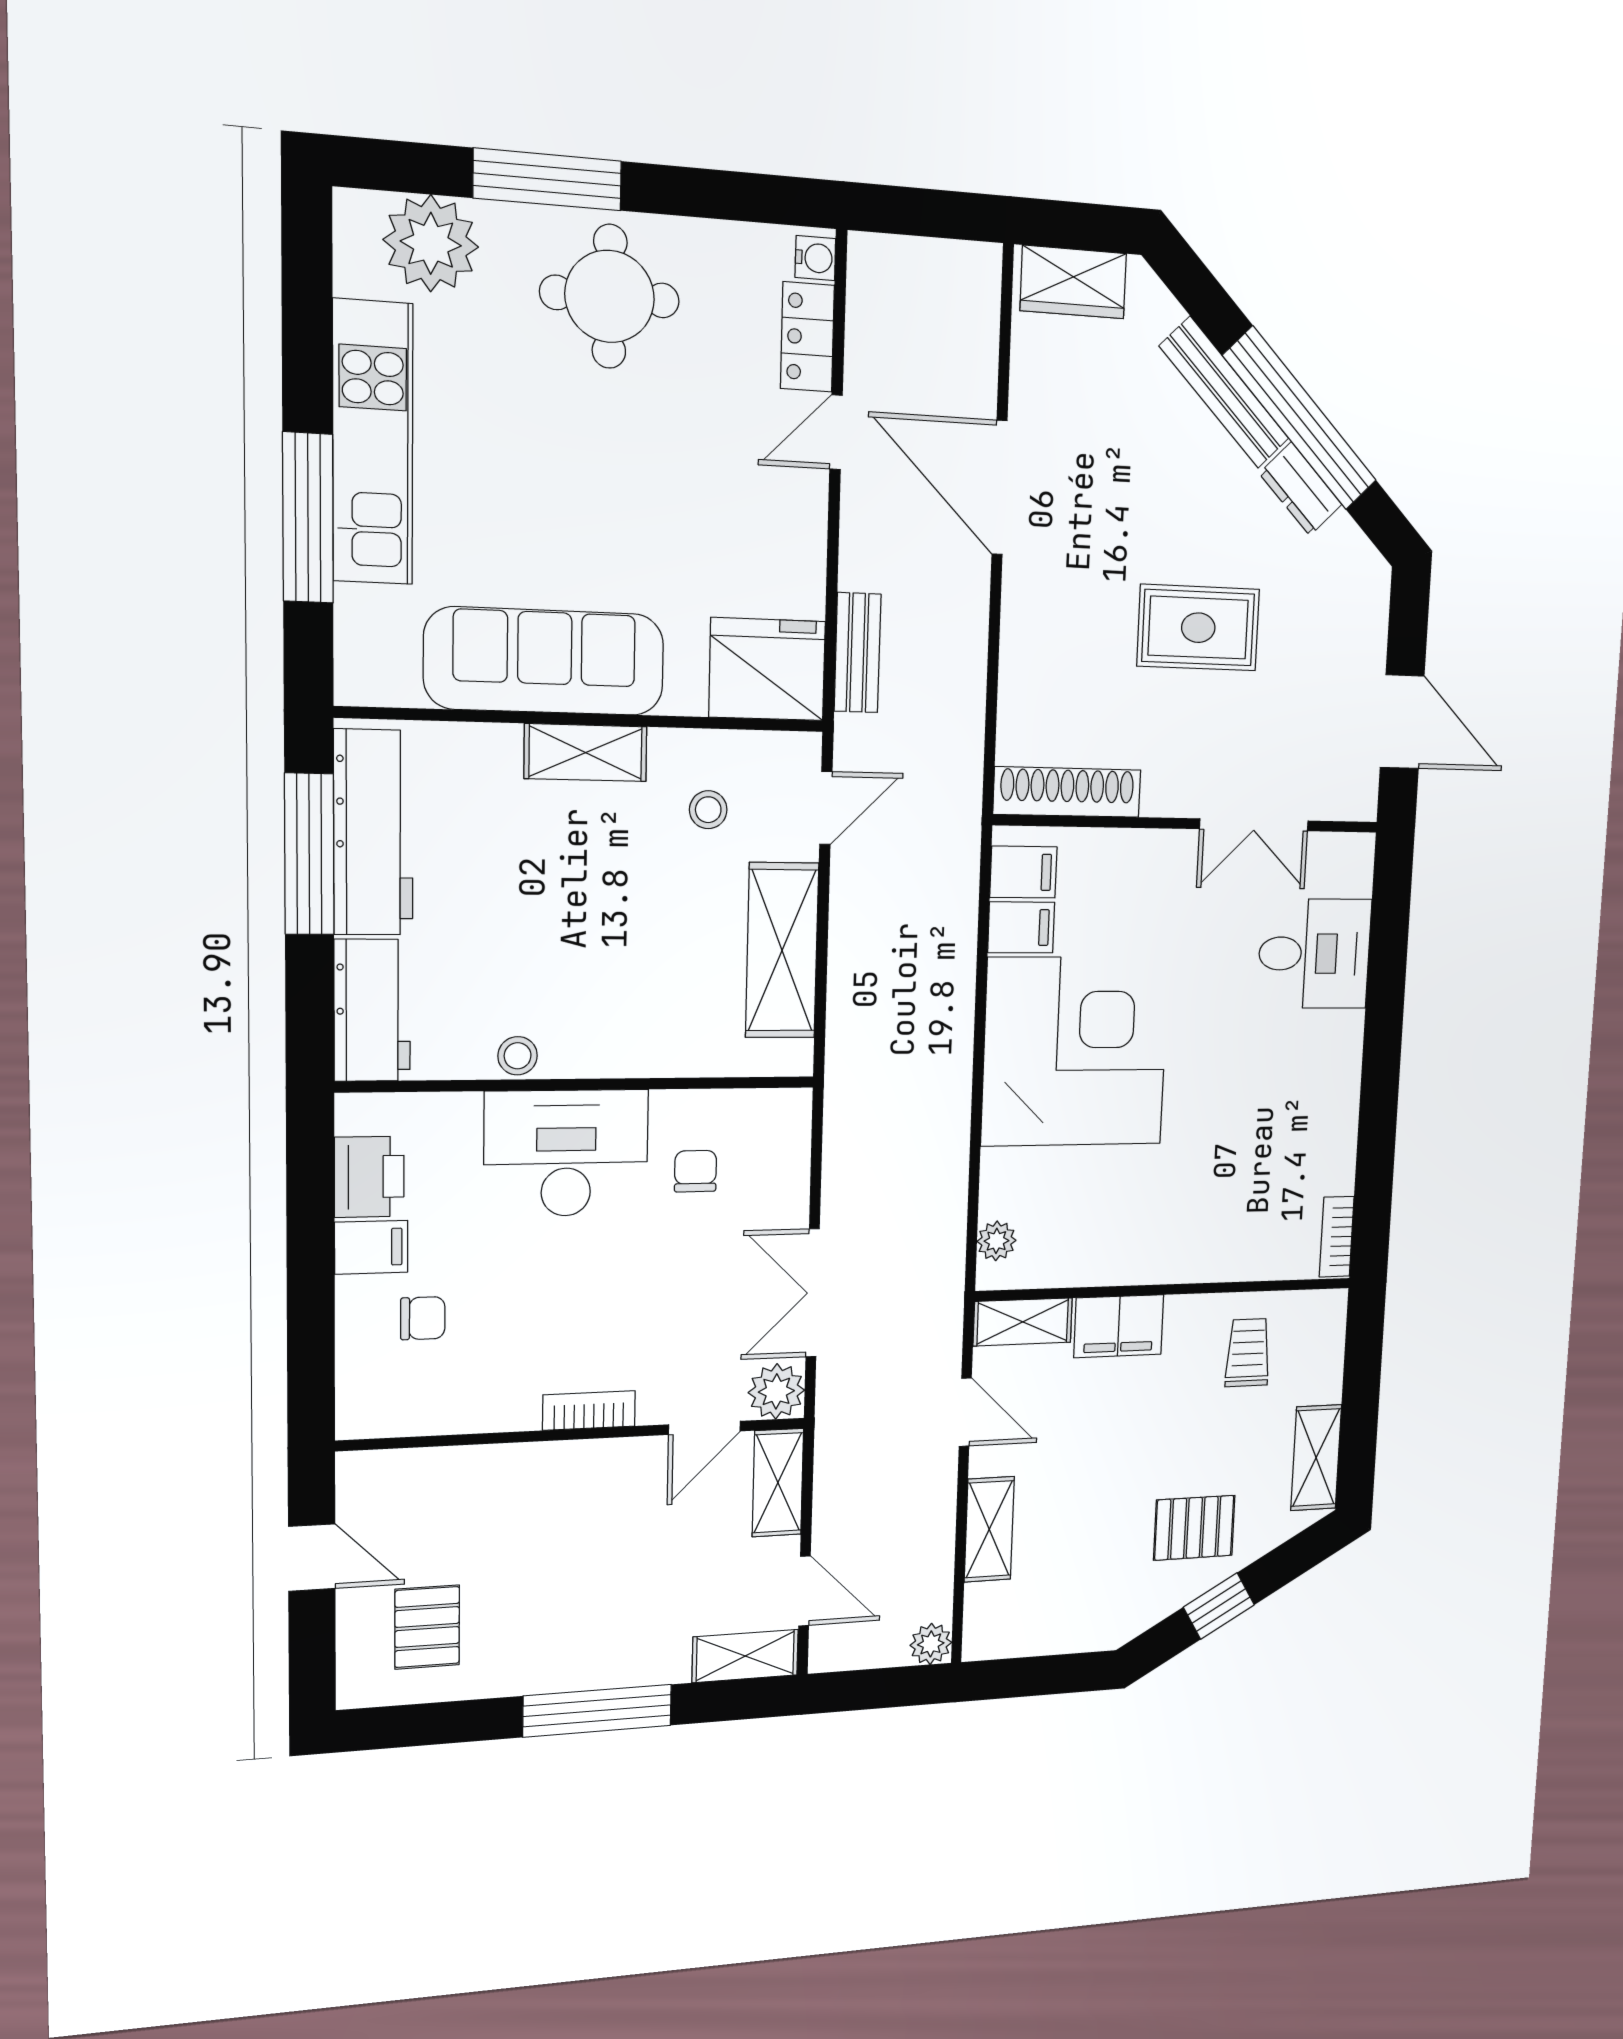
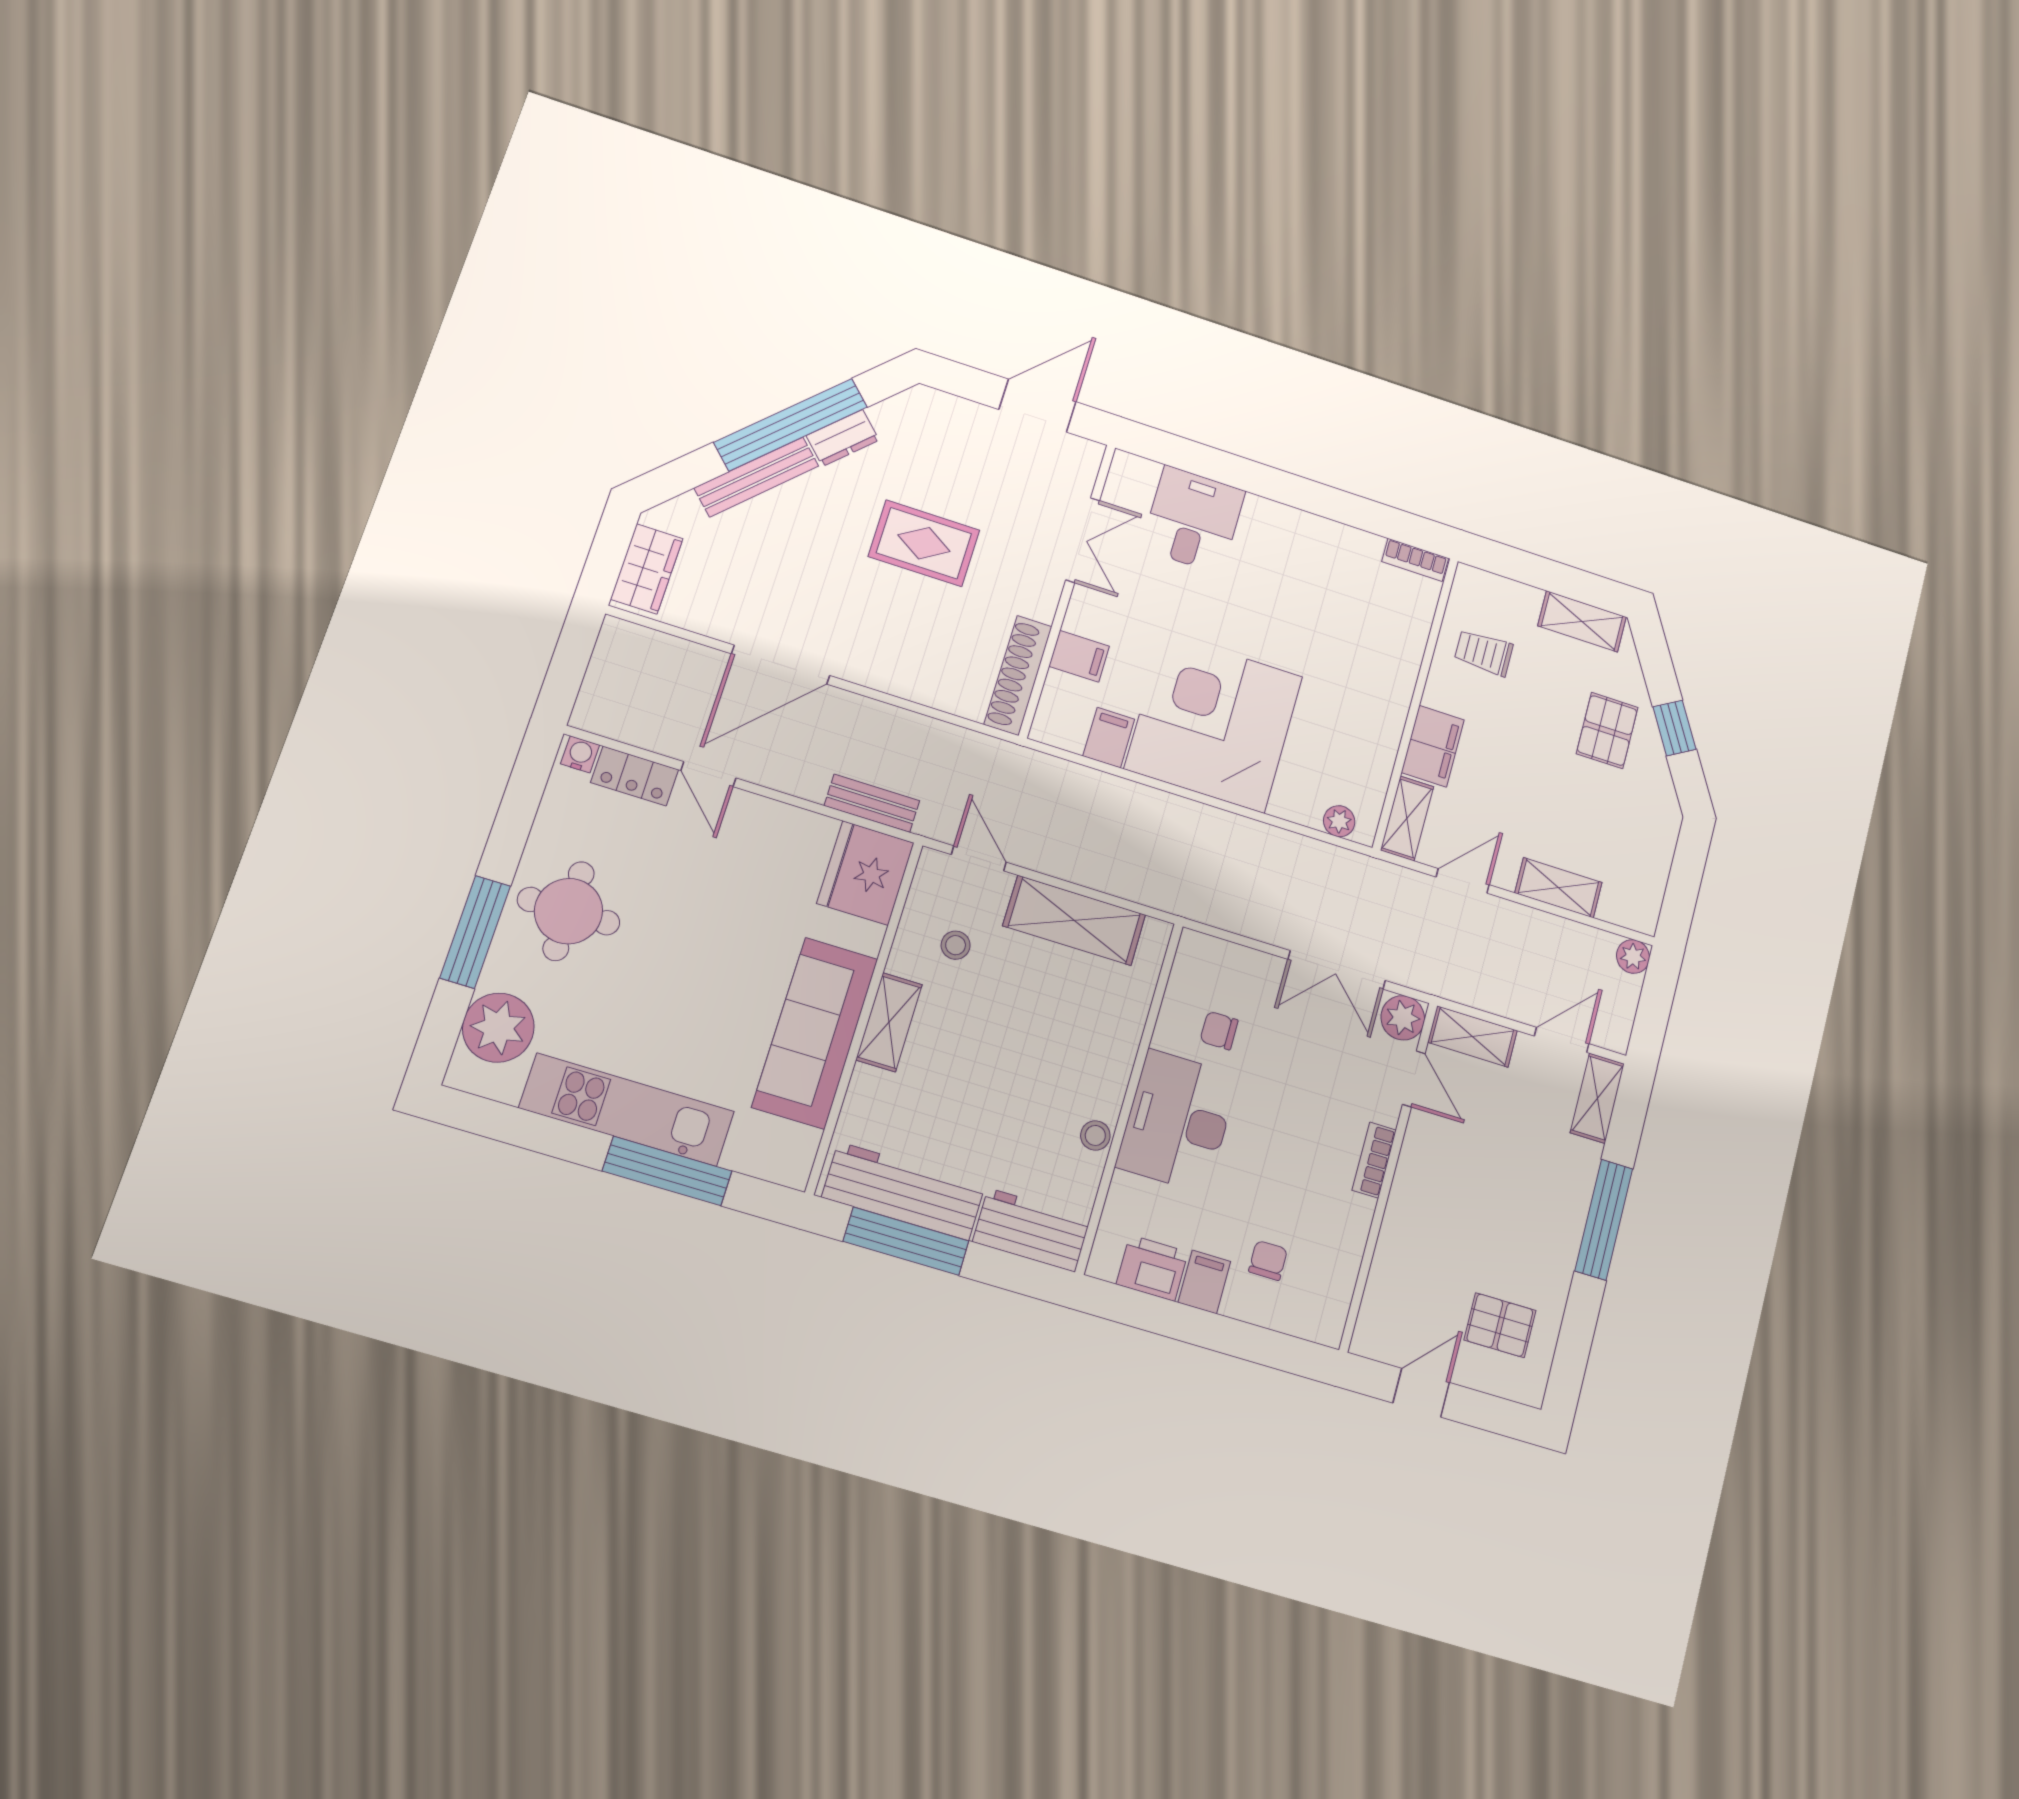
rug: (1198, 628) -> (924, 543), turned 90
filing cabinet: (1023, 872) -> (1079, 656), moved, turned 90

